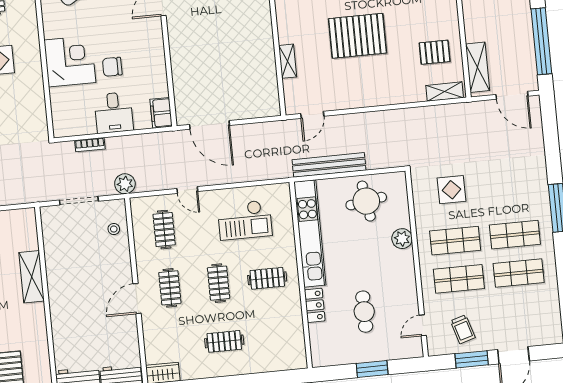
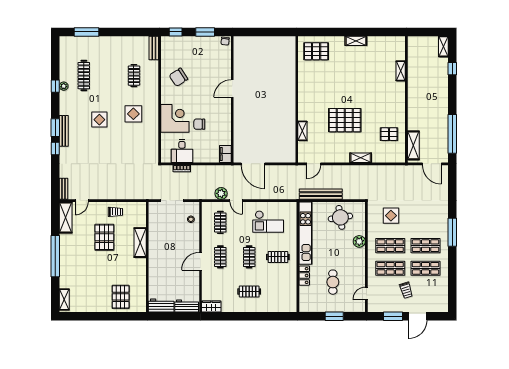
shelving: (445, 92) -> (361, 158), moved
desk: (114, 113) -> (182, 151), moved
plant: (125, 184) -> (221, 193), moved
trolley: (463, 329) -> (406, 290), moved

